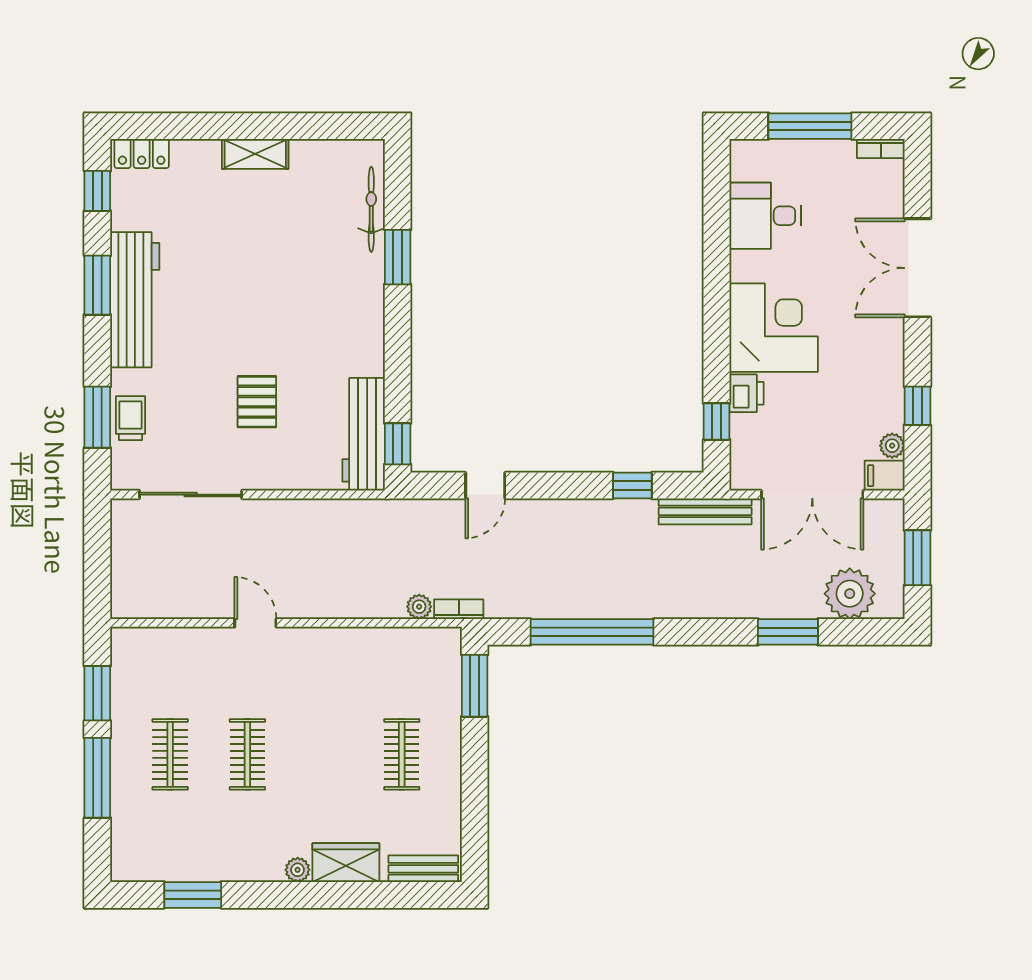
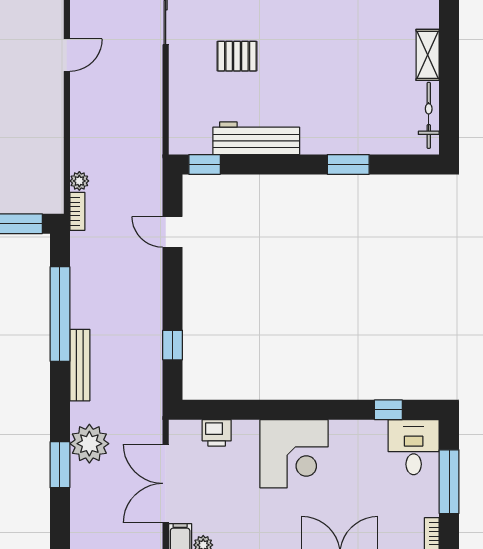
bicycle: (371, 209) -> (429, 115), moved, turned -90
desk: (765, 216) -> (414, 447), moved
printer: (747, 393) -> (217, 433), moved
window: (717, 421) -> (388, 410), moved
workbench: (364, 434) -> (256, 138), moved
bench: (705, 511) -> (80, 365), moved
plant: (850, 594) -> (89, 444), moved

